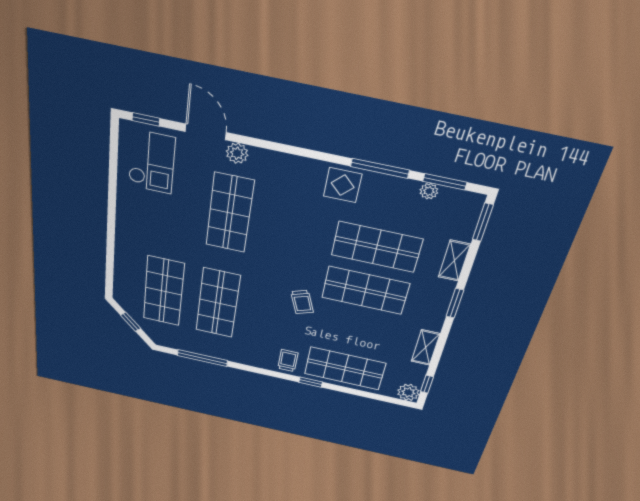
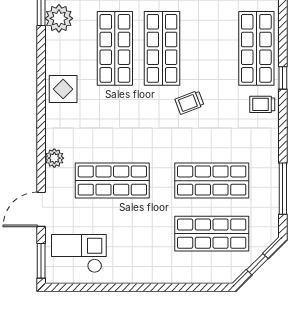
window: (146, 119) -> (41, 261), width x1.50
plant: (237, 153) -> (54, 158), moved
window: (380, 168) -> (41, 62), removed
plant: (429, 191) -> (59, 18), width x1.88, depth x1.88
trolley: (302, 302) -> (190, 102), turned 180

